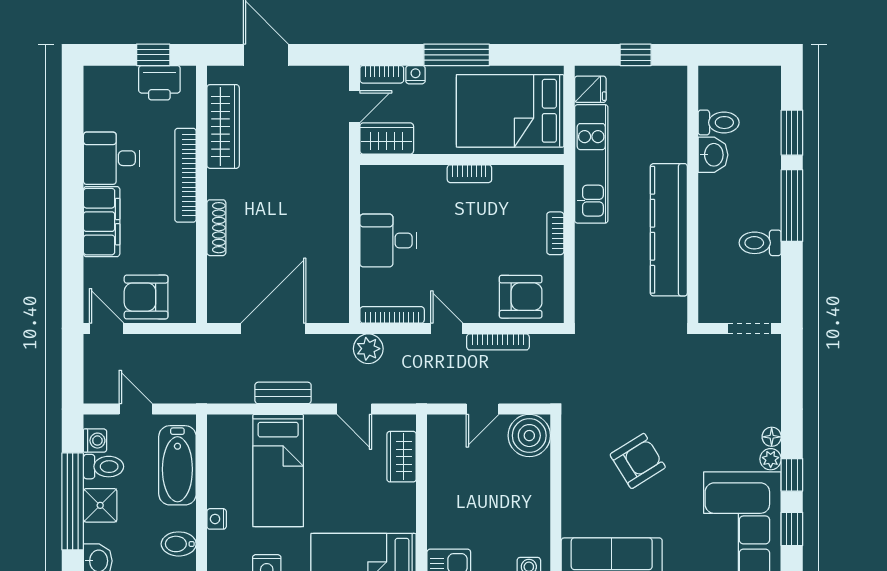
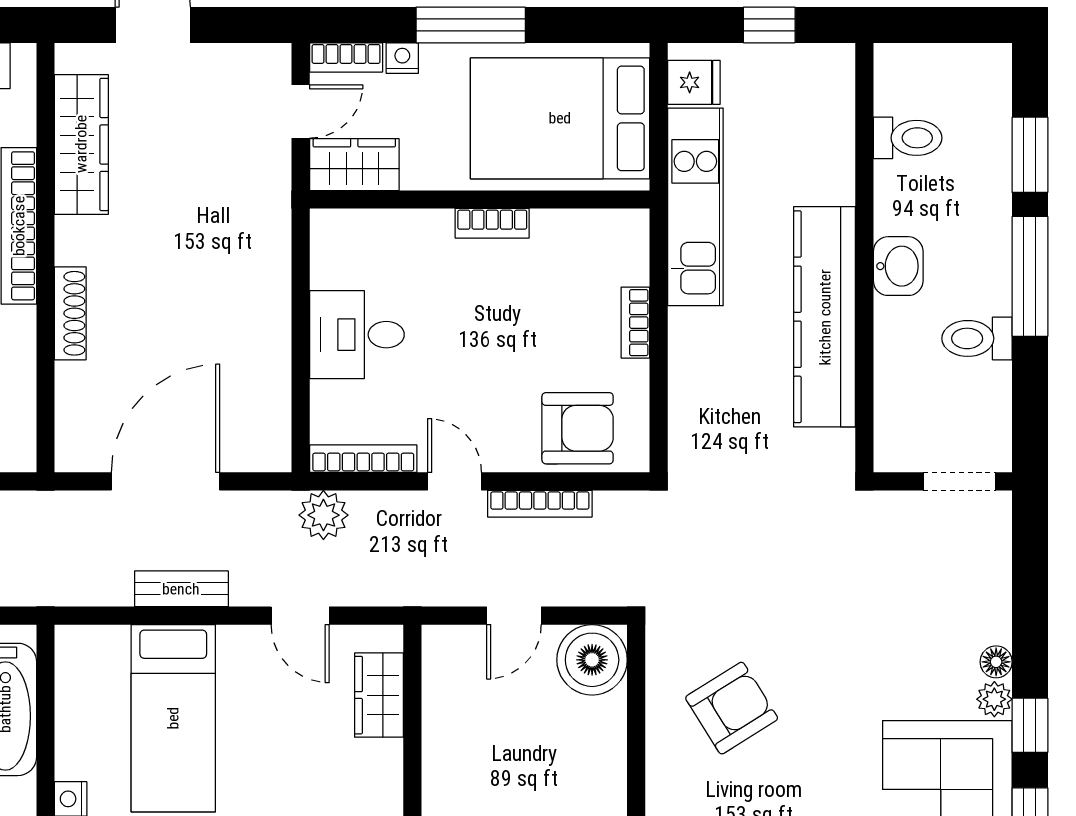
washbasin: (713, 155) -> (898, 266), moved
armchair: (638, 461) -> (732, 708), moved

